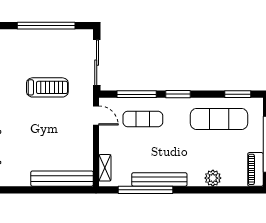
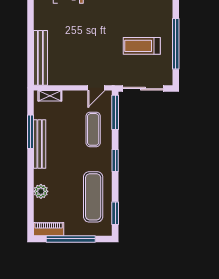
treadmill: (47, 87) -> (142, 46), moved, turned 90
window: (137, 94) -> (115, 112), moved
window: (145, 190) -> (30, 132), width x0.68

